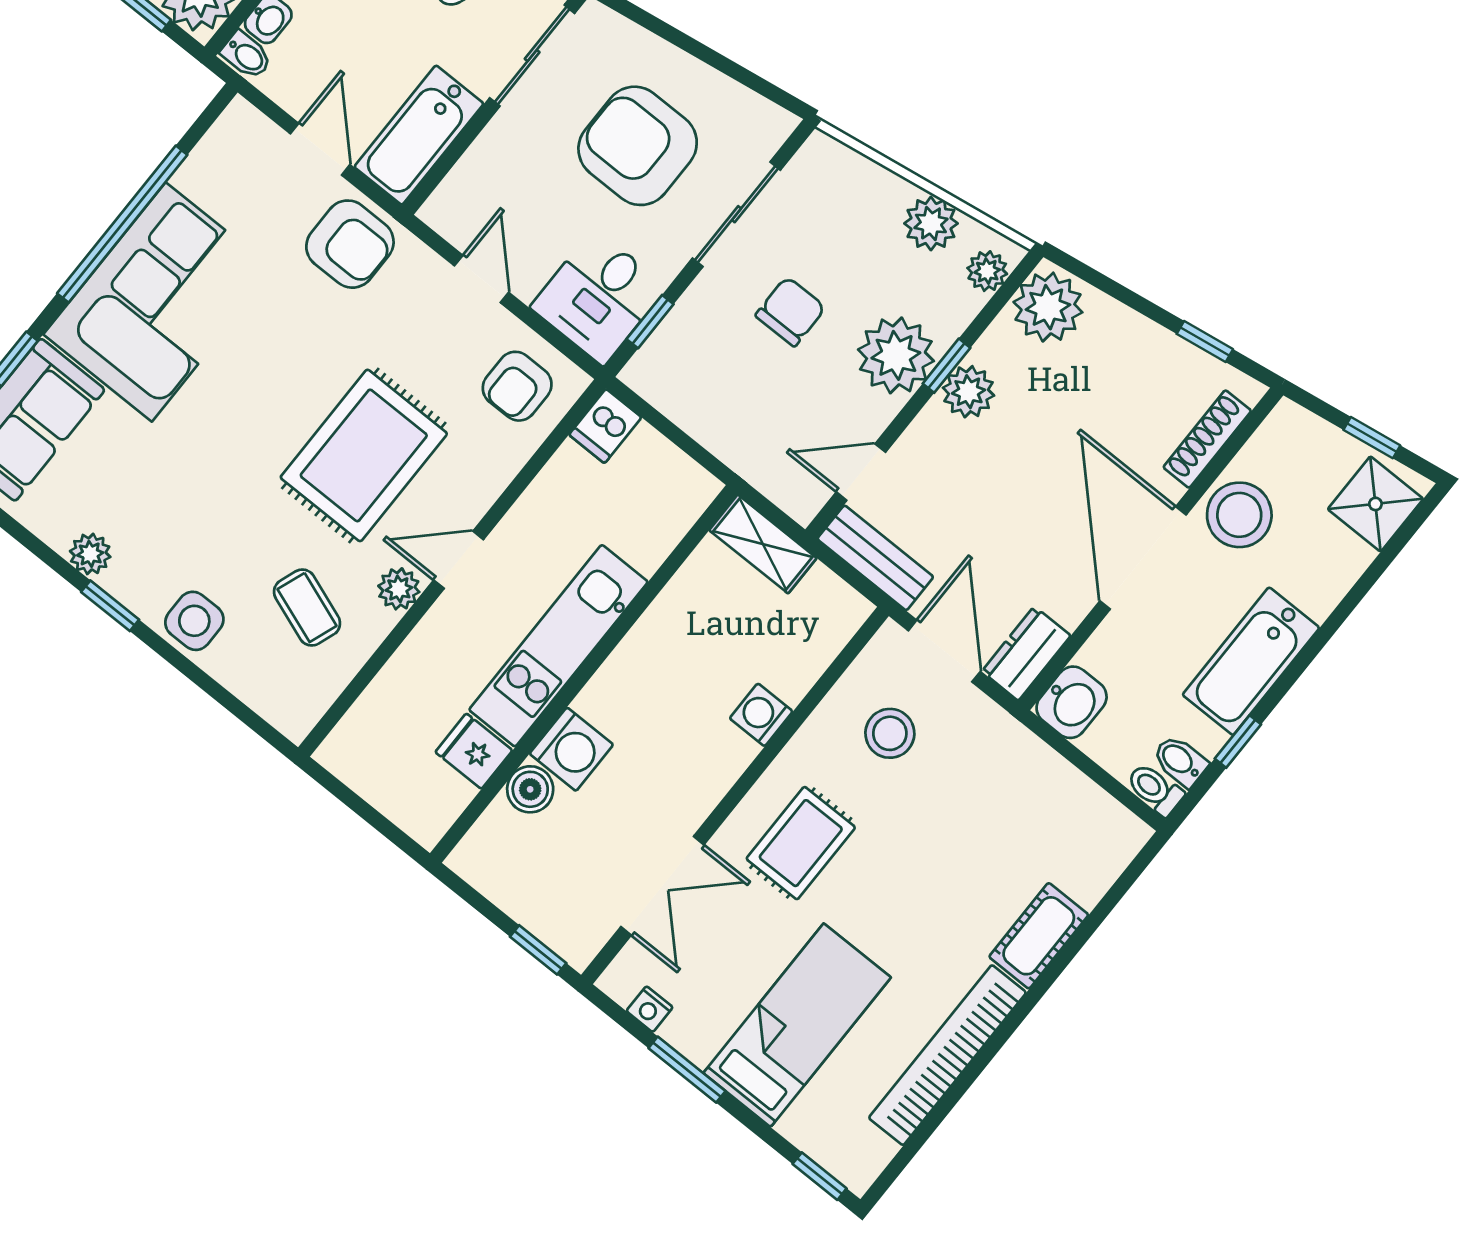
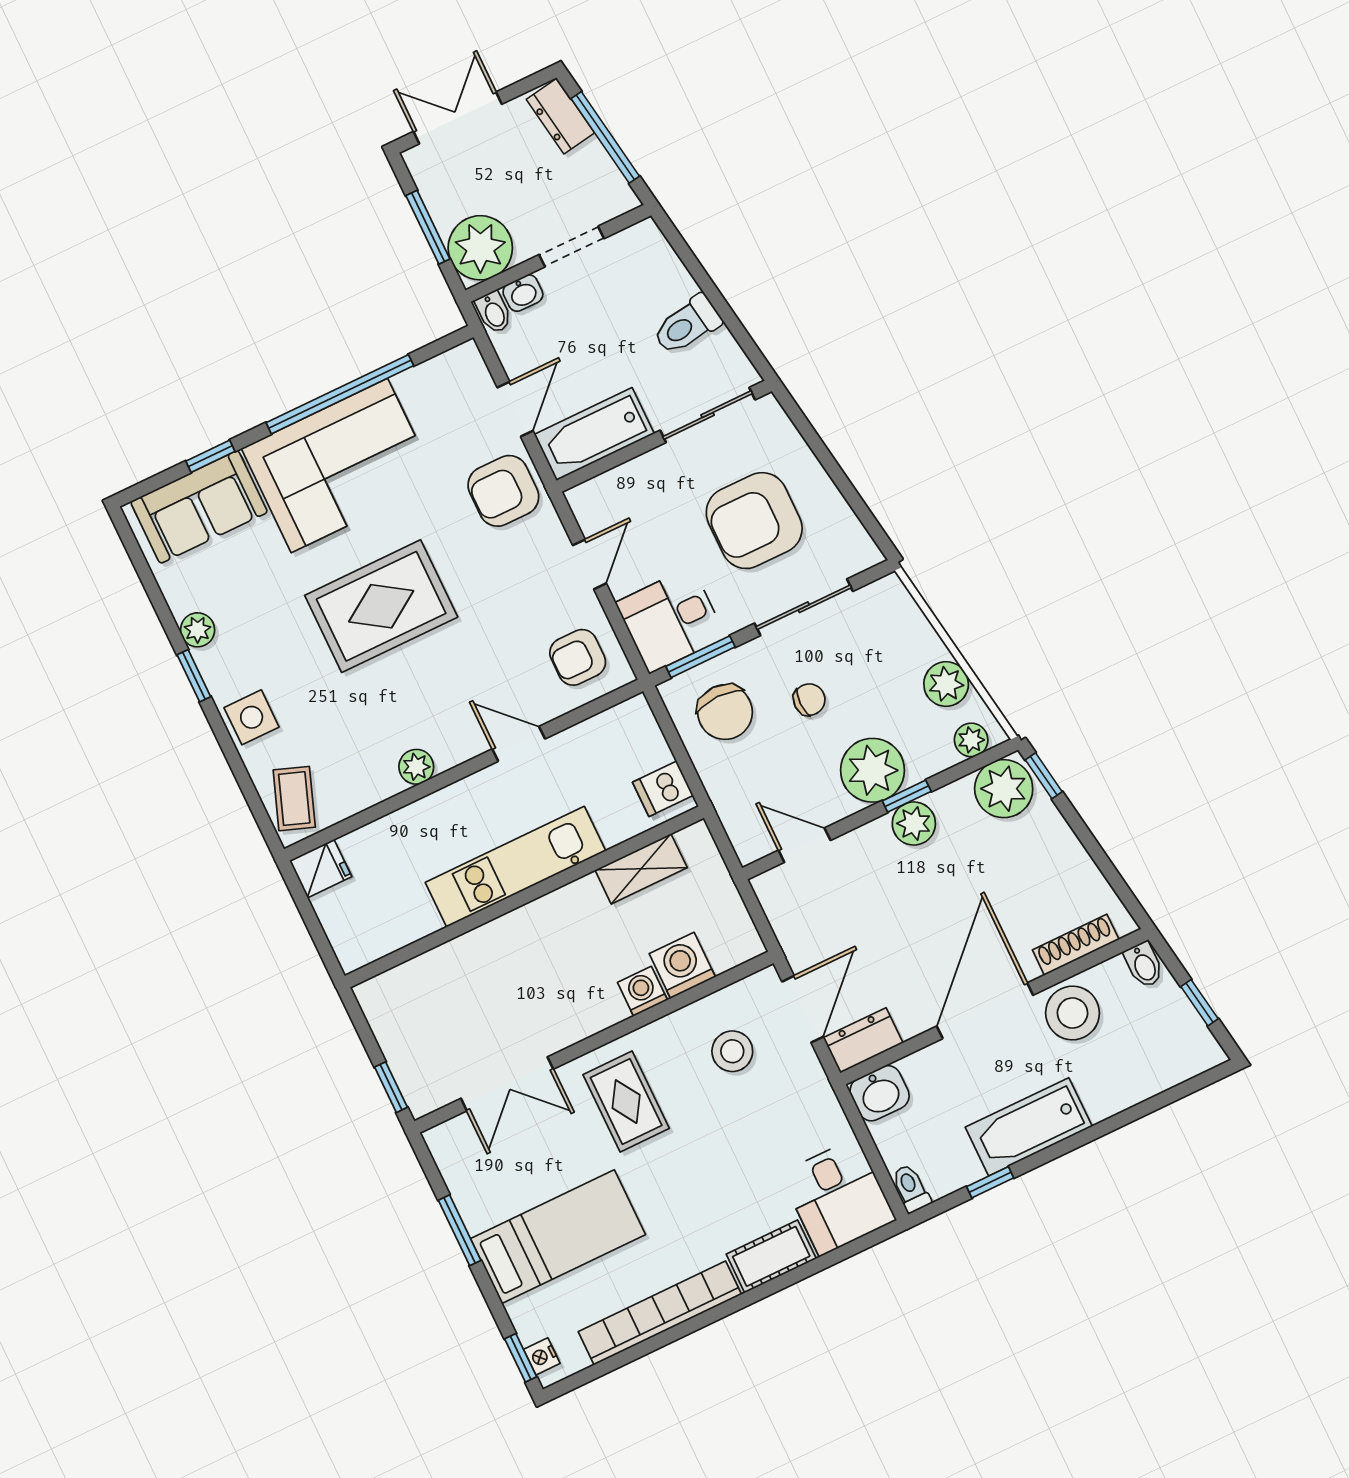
armchair: (638, 146) -> (754, 521), turned -90
armchair: (350, 244) -> (503, 491), turned 90
chair: (791, 311) -> (809, 700), width x0.73, depth x0.73
window: (650, 322) -> (700, 657), width x1.50
window: (1205, 342) -> (1044, 776), moved
chair: (706, 369) -> (725, 712), added
dishwasher: (605, 426) -> (663, 789), moved
rug: (364, 455) -> (381, 606), moved
shower: (1375, 504) -> (1178, 1054), removed
shelving: (763, 544) -> (641, 869), moved, turned 90
bench: (875, 558) -> (784, 915), removed
door: (459, 560) -> (519, 744), moved
coffee table: (307, 608) -> (294, 799), moved
washing machine: (571, 749) -> (682, 965), moved, turned 180
fridge: (474, 751) -> (321, 869), moved, turned 90
bidet: (1180, 761) -> (1144, 965), moved, turned 180
boiler: (530, 789) -> (443, 964), removed
desk: (1080, 836) -> (838, 1197), added
rug: (801, 843) -> (626, 1102), turned 90
nightstand: (650, 1009) -> (542, 1356), moved

